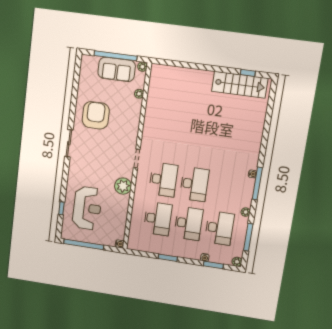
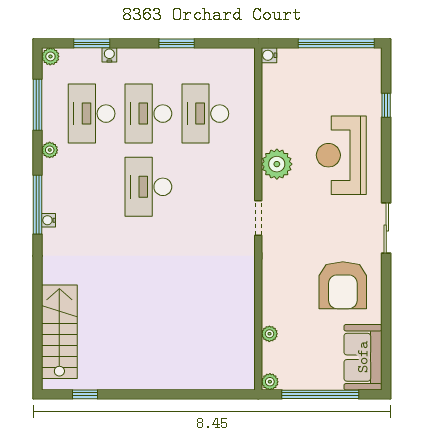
sofa: (117, 69) -> (363, 357), moved, turned -90
stairs: (240, 85) -> (59, 332), moved, turned 90
desk: (163, 180) -> (205, 187), removed
reception desk: (87, 208) -> (341, 155), moved

